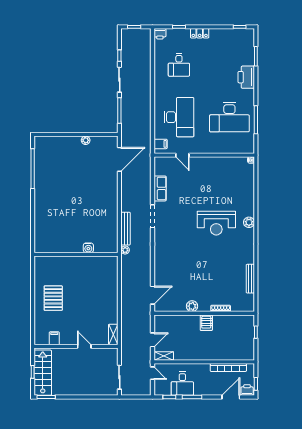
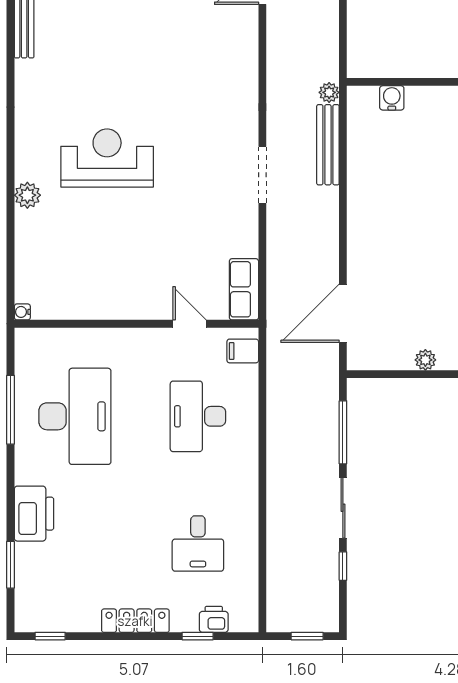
locker: (200, 33) -> (135, 621), width x1.53
printer: (160, 34) -> (214, 619), moved
desk: (179, 65) -> (198, 543), turned 180
desk: (179, 117) -> (198, 416), width x0.73, depth x0.77
desk: (229, 117) -> (75, 416), turned 90
row of seats: (160, 188) -> (244, 289), moved
plant: (249, 222) -> (27, 195), moved
water cooler: (88, 248) -> (392, 98), moved

